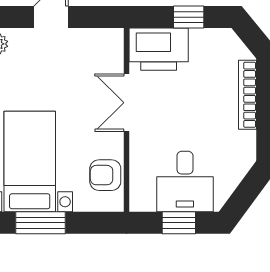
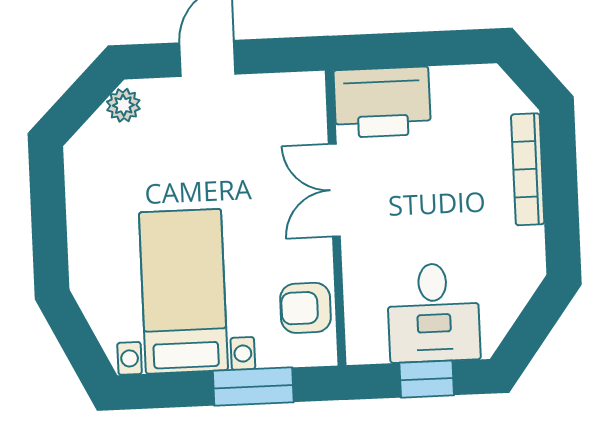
window: (189, 17) -> (428, 49), removed
window: (40, 223) -> (253, 387), moved

